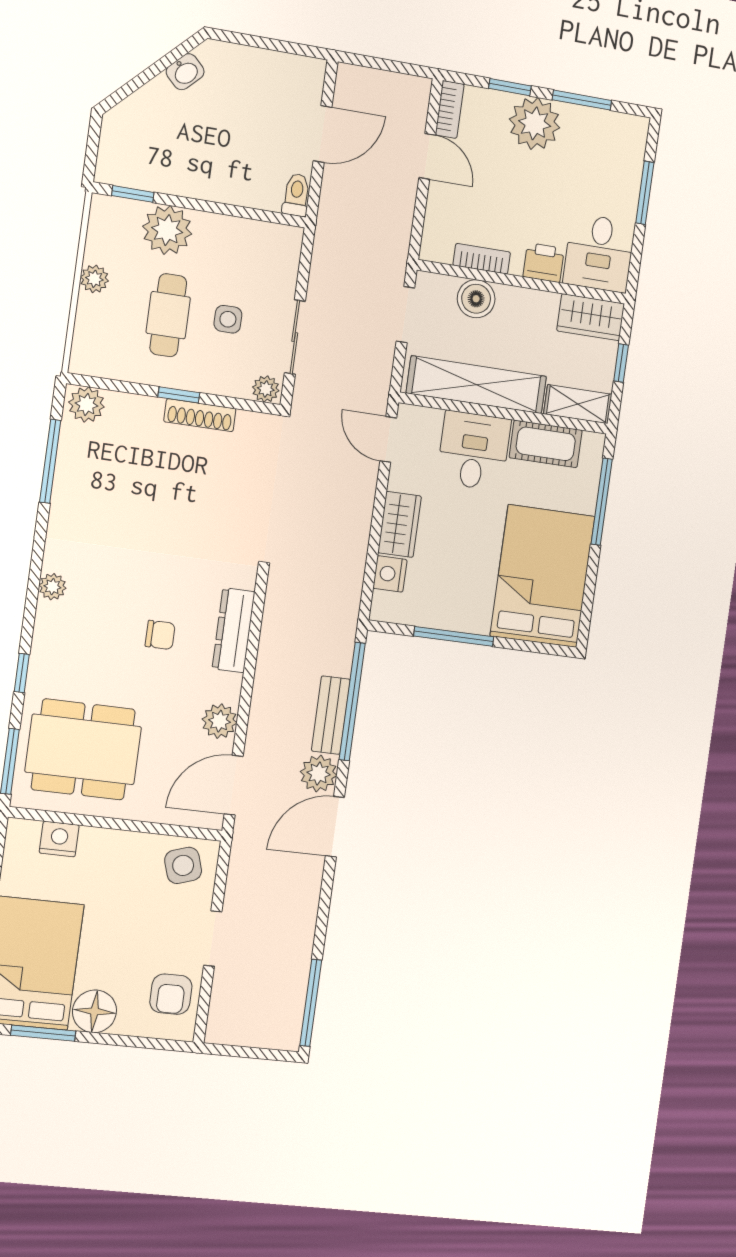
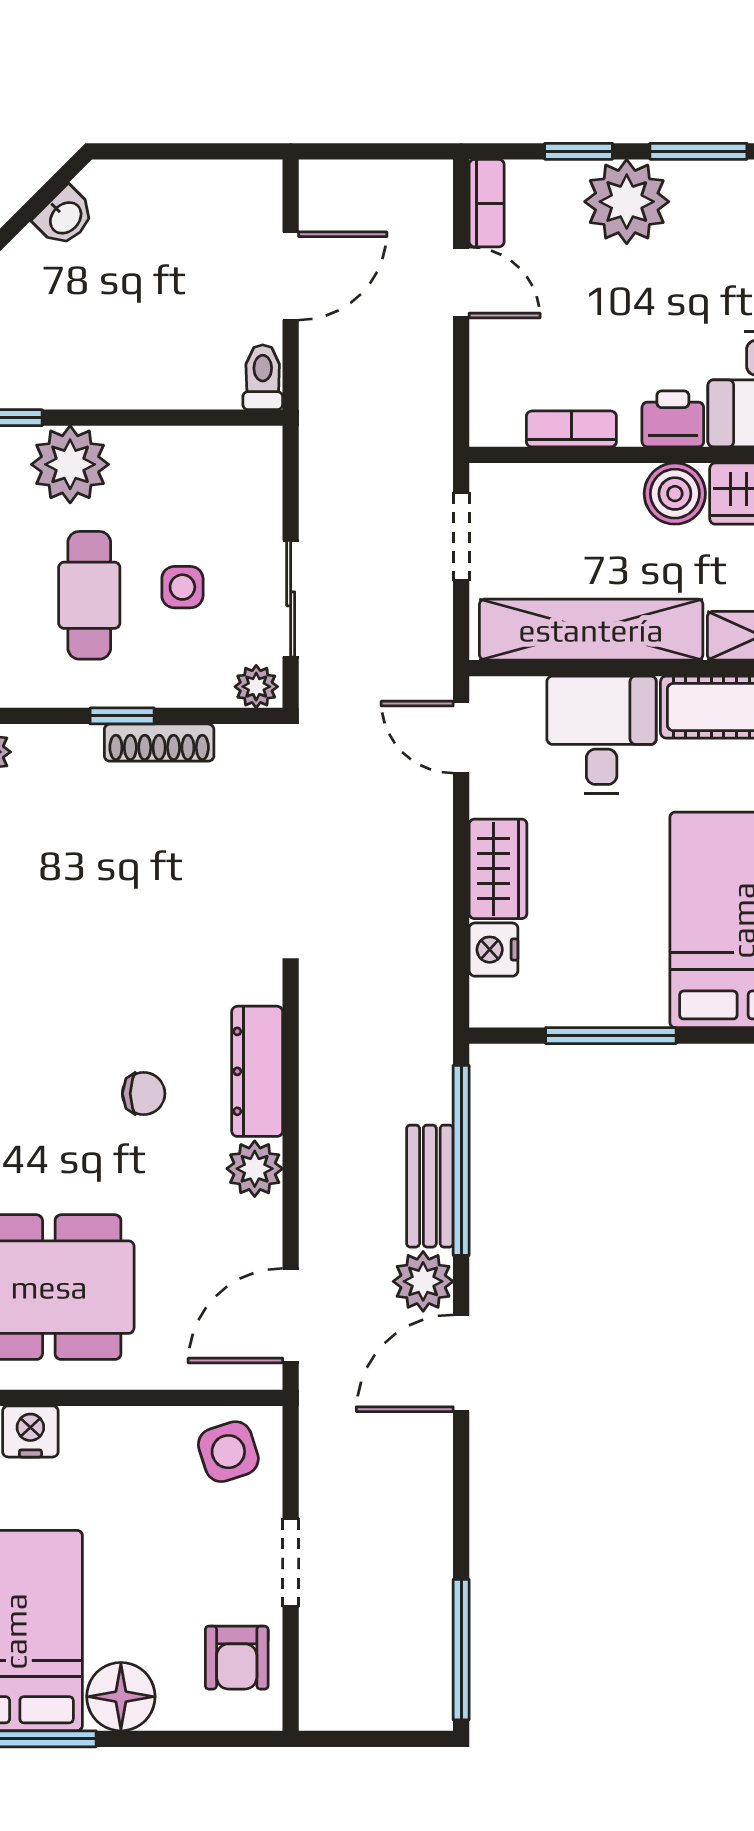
boiler: (476, 299) -> (675, 494), moved
plant: (220, 721) -> (255, 1169), moved

